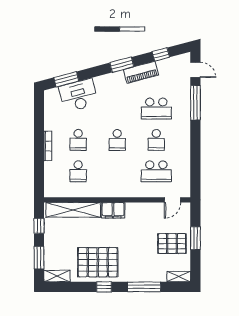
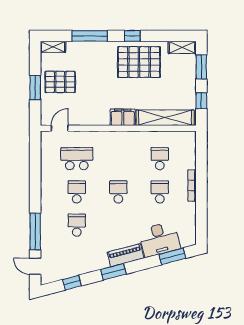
piano: (141, 72) -> (126, 255), moved
school desk: (156, 109) -> (77, 225), width x0.54

